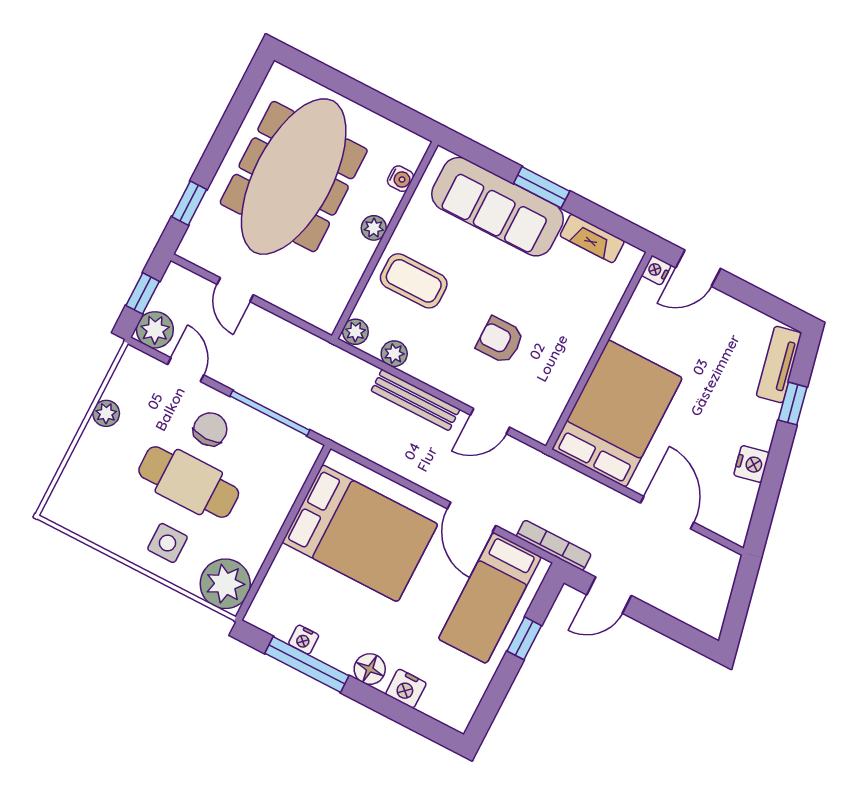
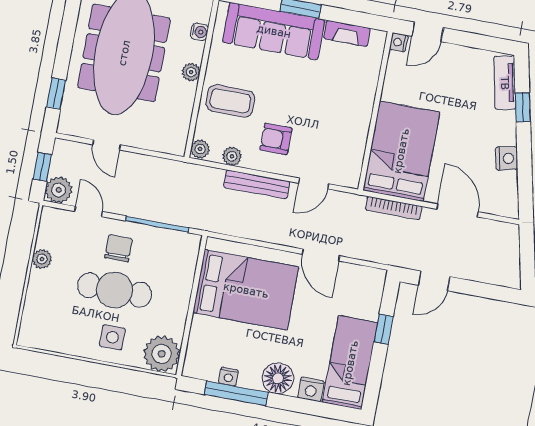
armchair: (500, 340) -> (276, 139), moved
bookcase: (554, 545) -> (394, 208), moved, turned 180
bed: (490, 598) -> (350, 363), moved, turned 180
floor lamp: (370, 669) -> (278, 378), width x1.38, depth x1.38

